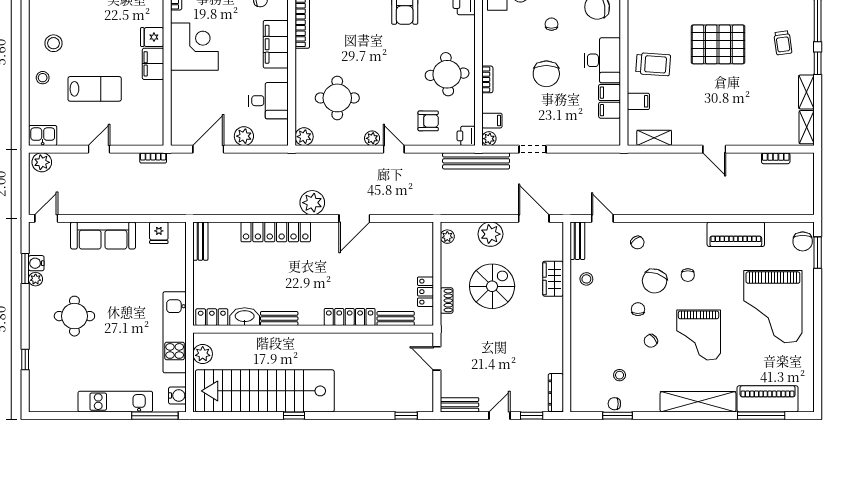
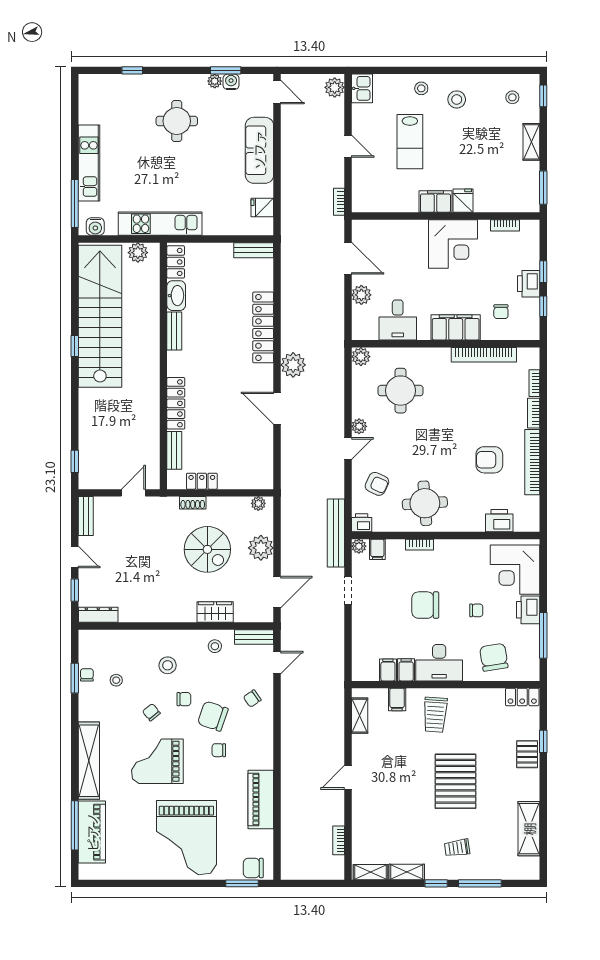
armchair: (428, 121) -> (377, 484), turned -65
grand piano: (773, 307) -> (186, 838), turned -90
stool: (605, 325) -> (168, 665), added

